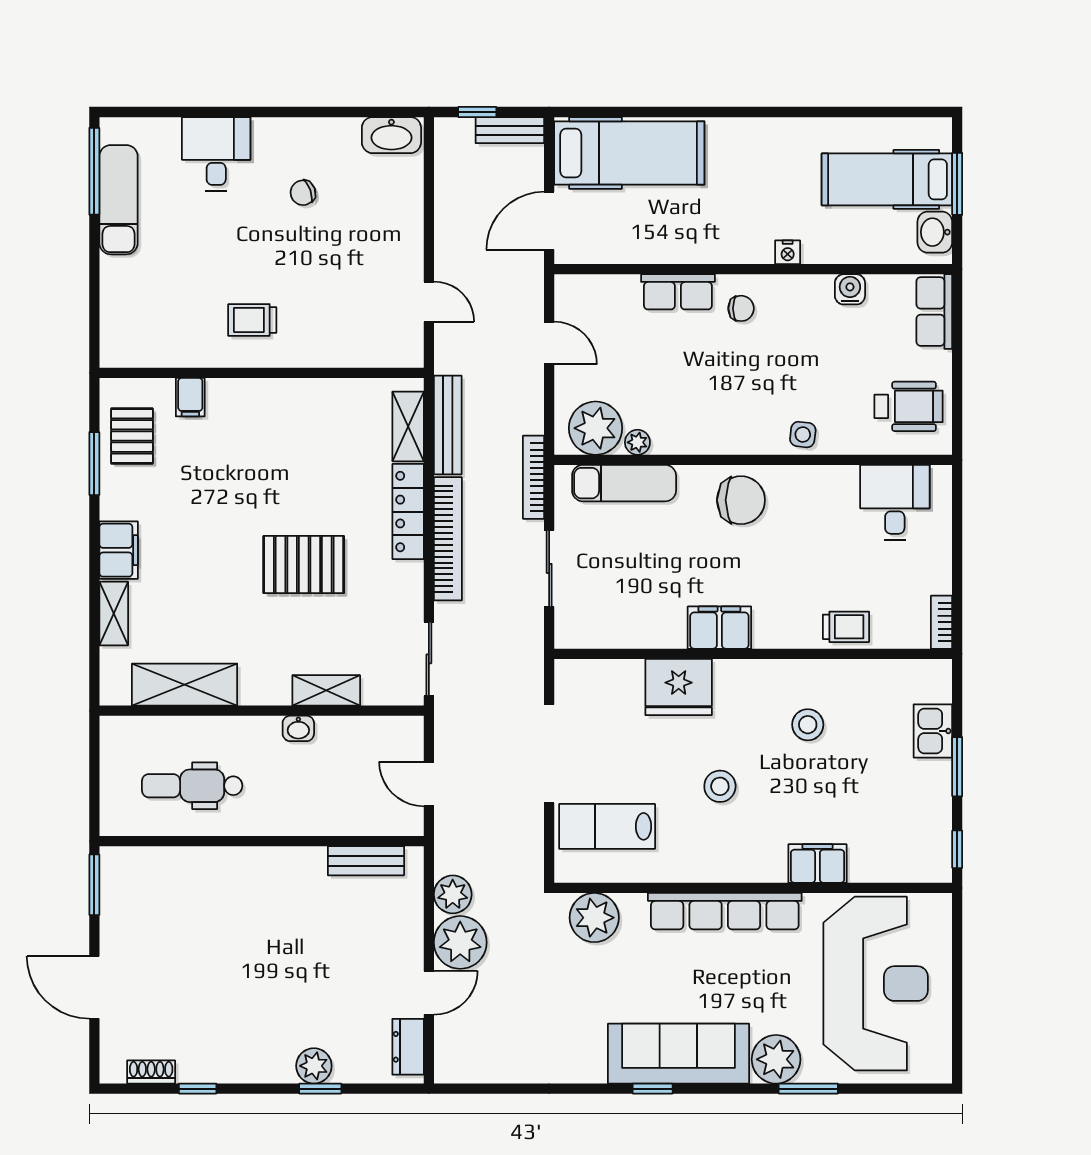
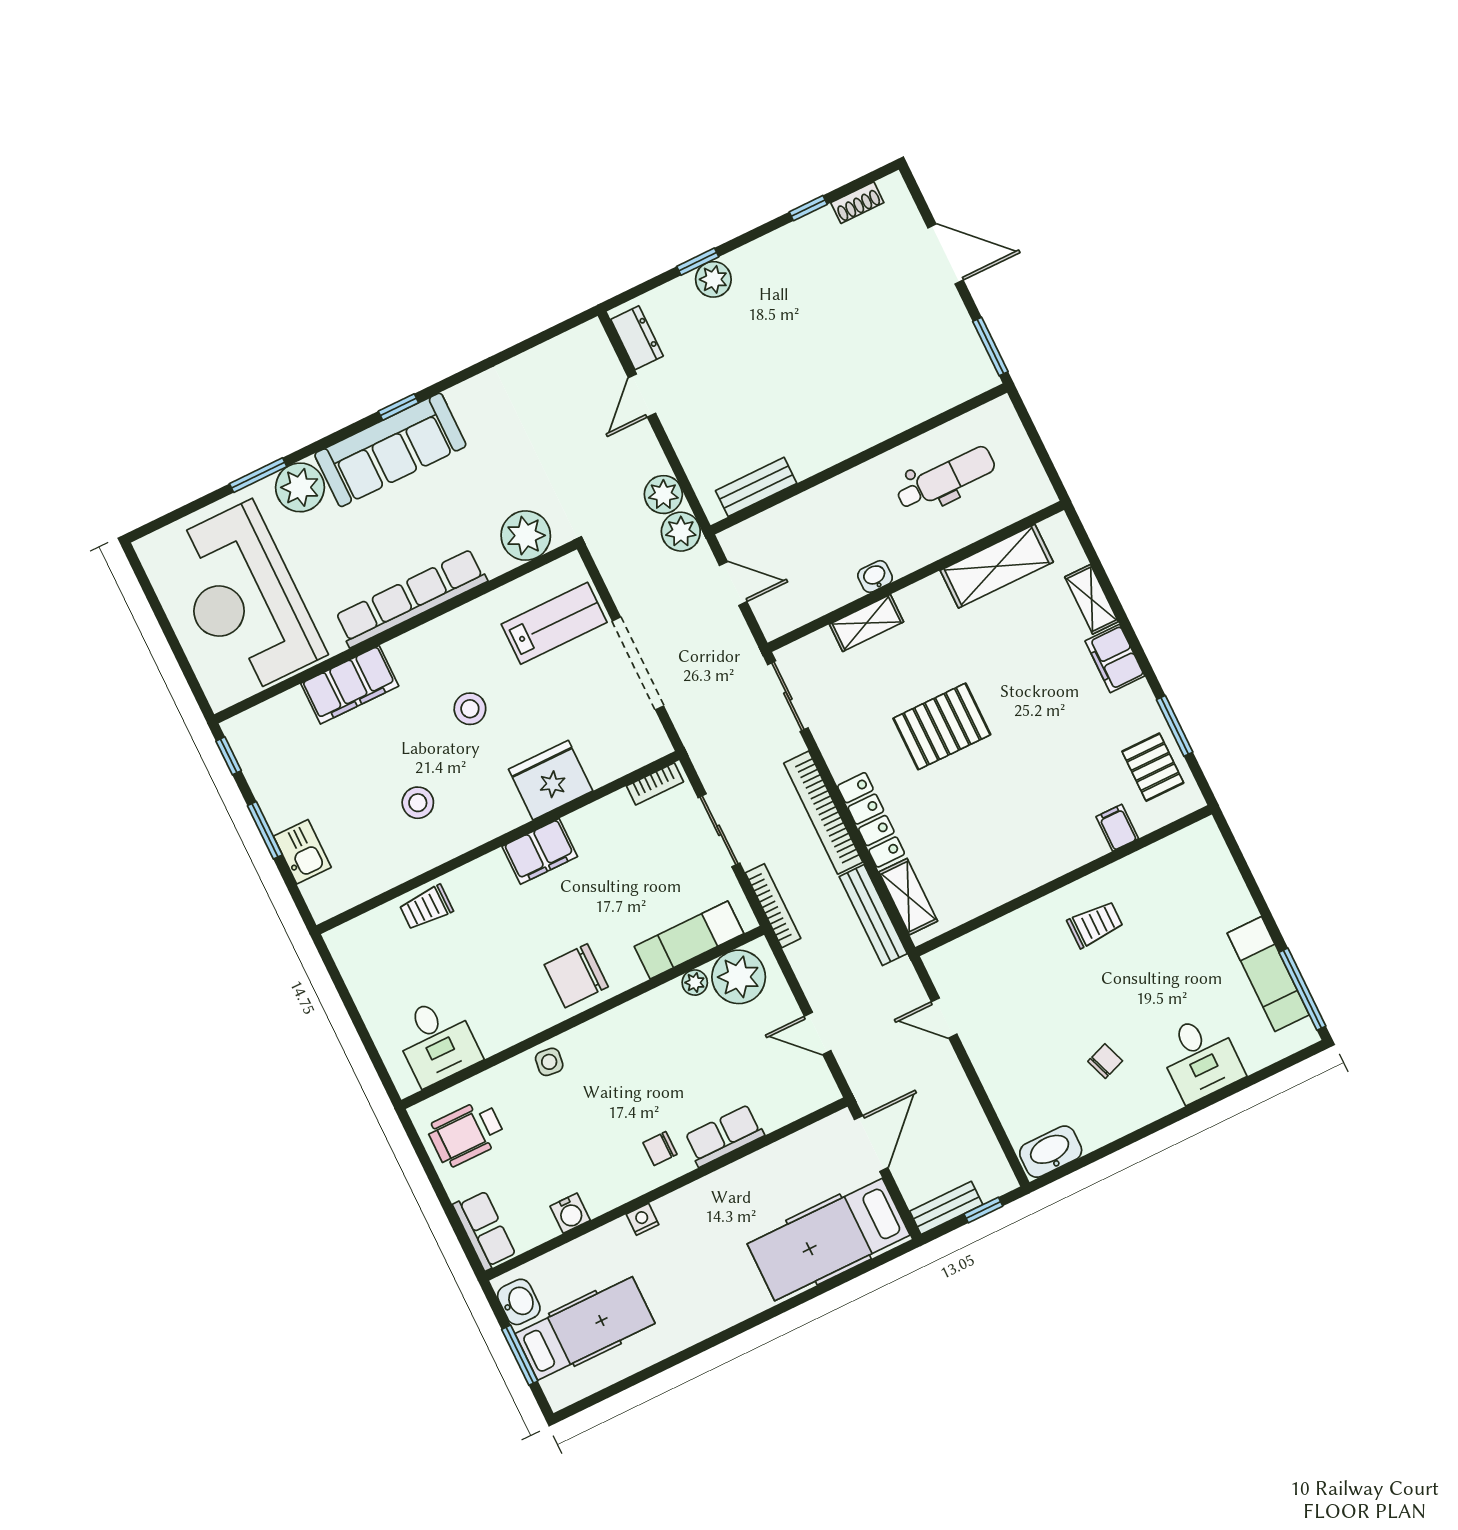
bookcase: (942, 622) -> (655, 784), moved, turned 90
filing cabinet: (817, 864) -> (350, 685), width x1.50, depth x1.17
plant: (460, 942) -> (681, 532), moved, width x0.73, depth x0.73

